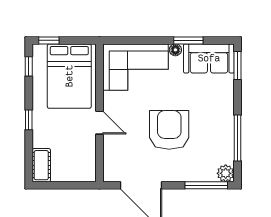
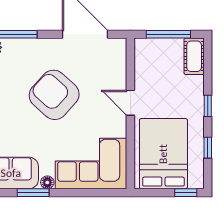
window: (29, 66) -> (208, 148), moved
armchair: (169, 130) -> (54, 95), turned 132
window: (65, 185) -> (168, 34), added

